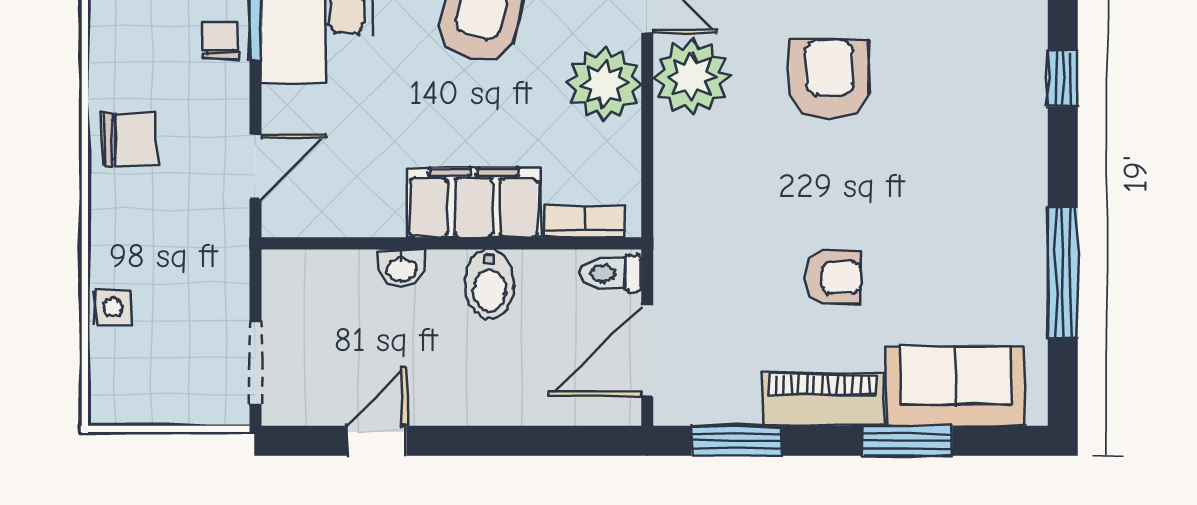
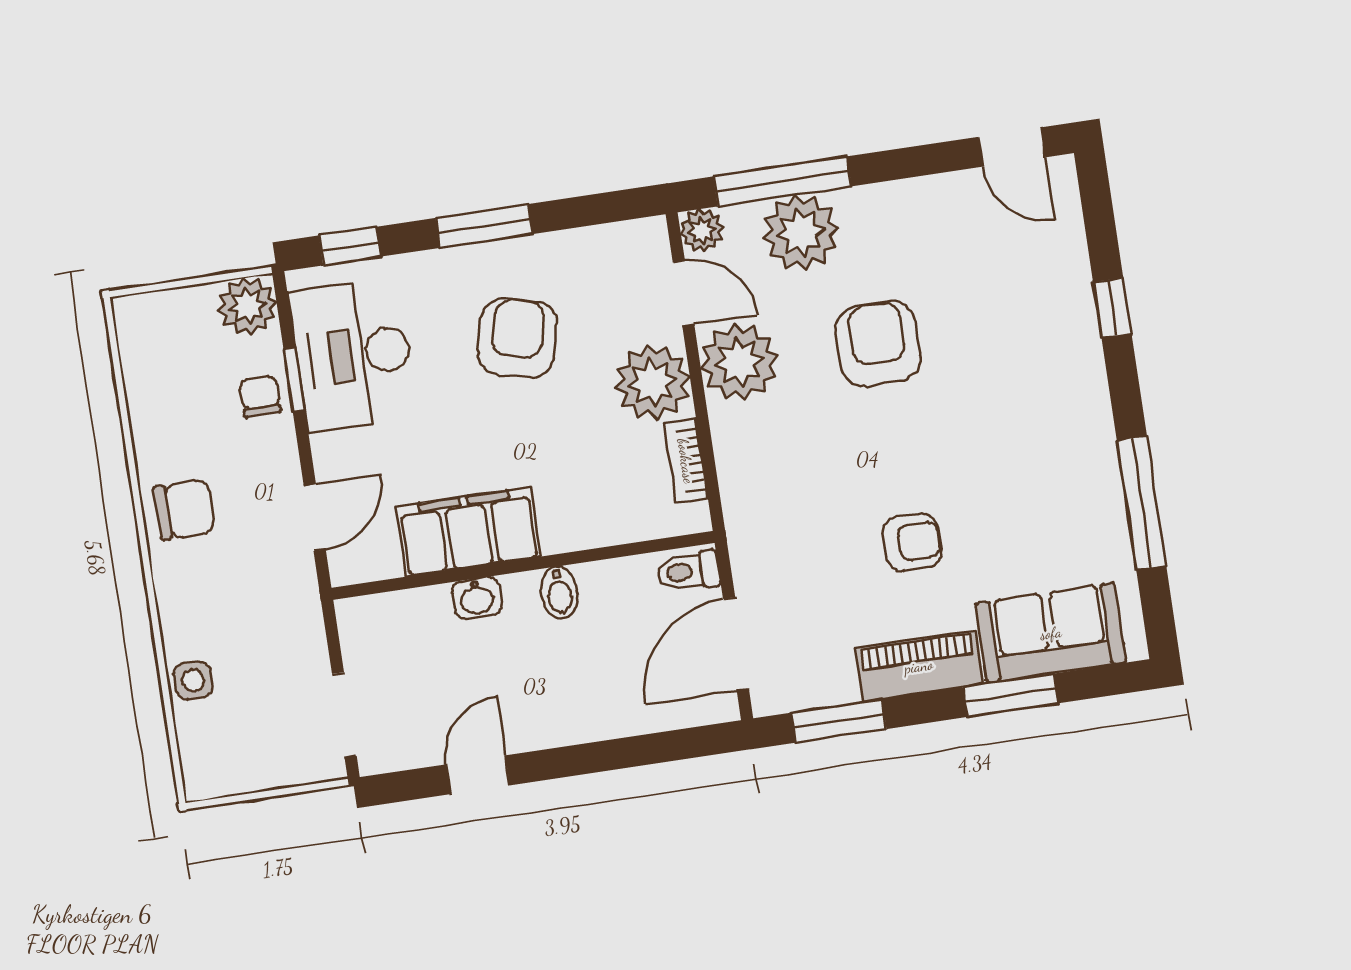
filing cabinet: (474, 203) -> (468, 532), moved
bookcase: (585, 221) -> (686, 461), moved, turned -90
bidet: (489, 285) -> (559, 593), width x0.72, depth x0.74

